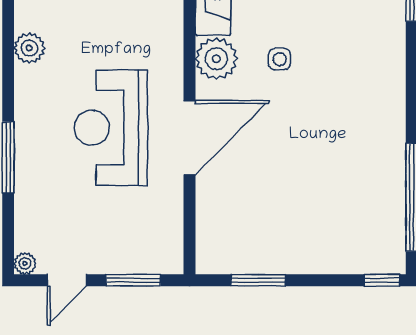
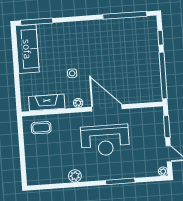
plant: (216, 59) -> (78, 103), width x0.53, depth x0.53
window: (258, 280) -> (163, 76), width x2.11
window: (382, 280) -> (160, 38), moved

